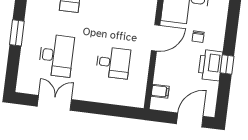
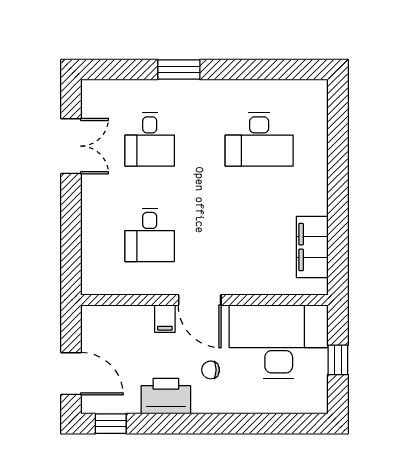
desk: (56, 56) -> (150, 139), width x0.73
window: (227, 64) -> (111, 424), moved
filing cabinet: (160, 91) -> (165, 319), moved

